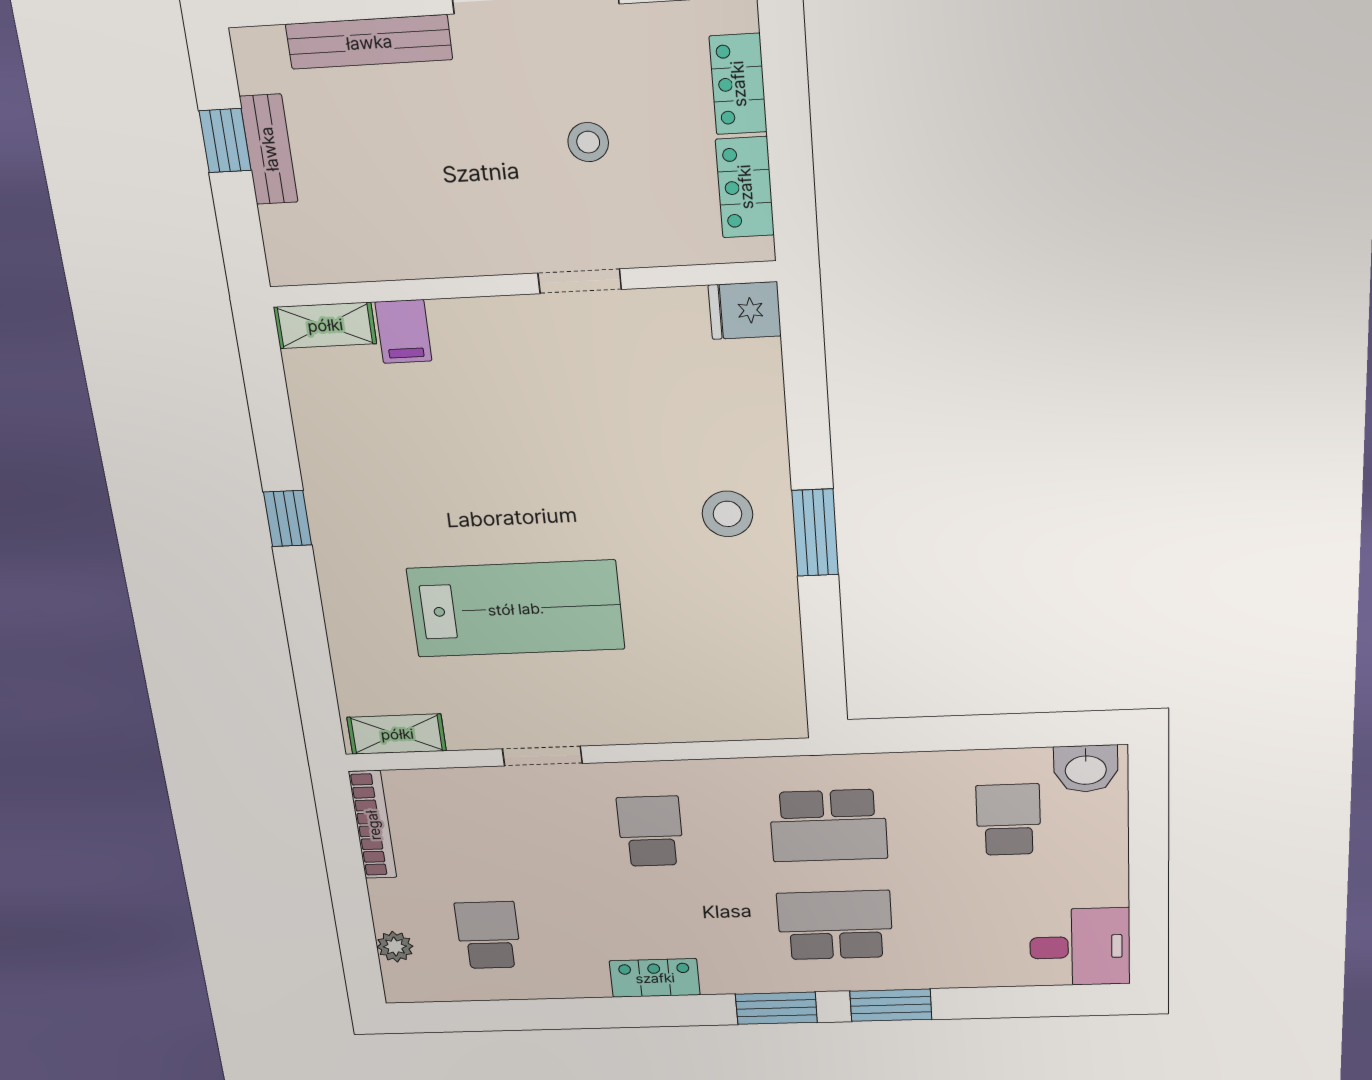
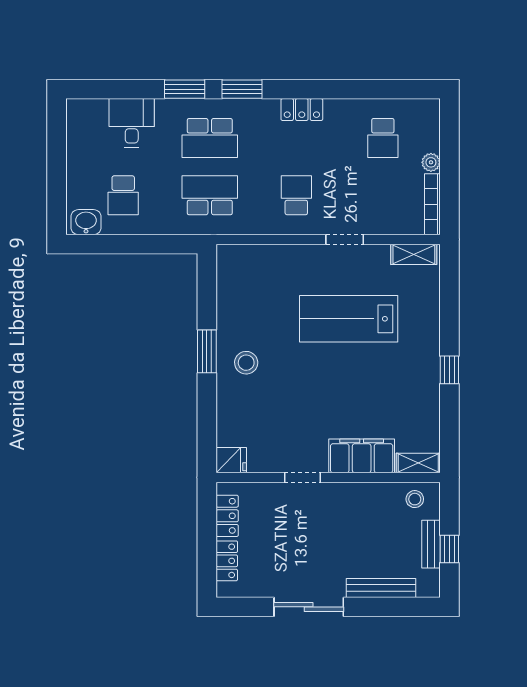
stool: (588, 142) -> (415, 499), moved
filing cabinet: (403, 331) -> (362, 456), width x3.00, depth x1.17
school desk: (650, 831) -> (296, 195), turned 180
plant: (395, 947) -> (431, 162), moved
desk: (1080, 947) -> (132, 123), moved, turned 90

